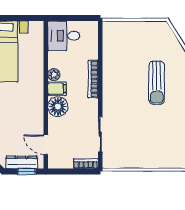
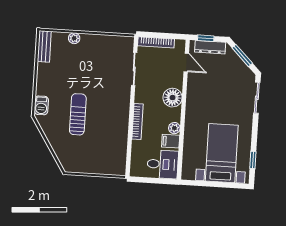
filing cabinet: (57, 89) -> (171, 141), moved
plant: (166, 163) -> (74, 38), added
bookcase: (86, 164) -> (156, 42), width x1.56

